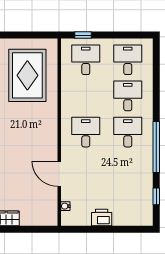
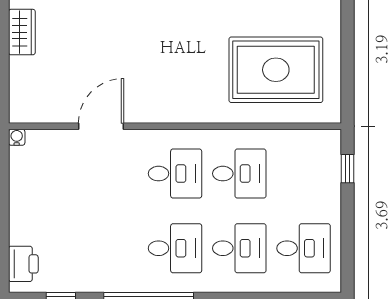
desk: (86, 60) -> (239, 174), moved
water cooler: (65, 206) -> (17, 137), moved
printer: (102, 217) -> (23, 264), moved

